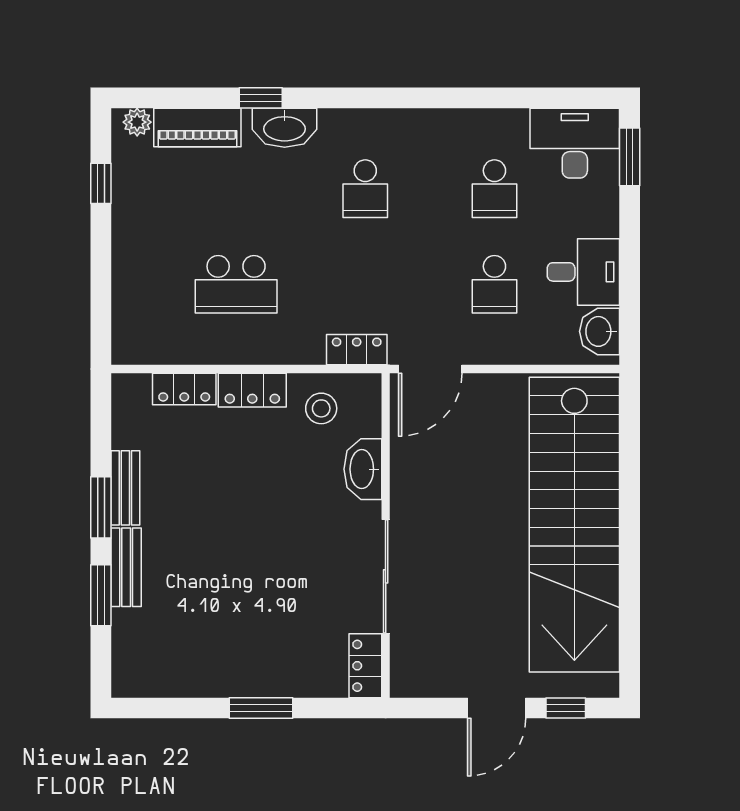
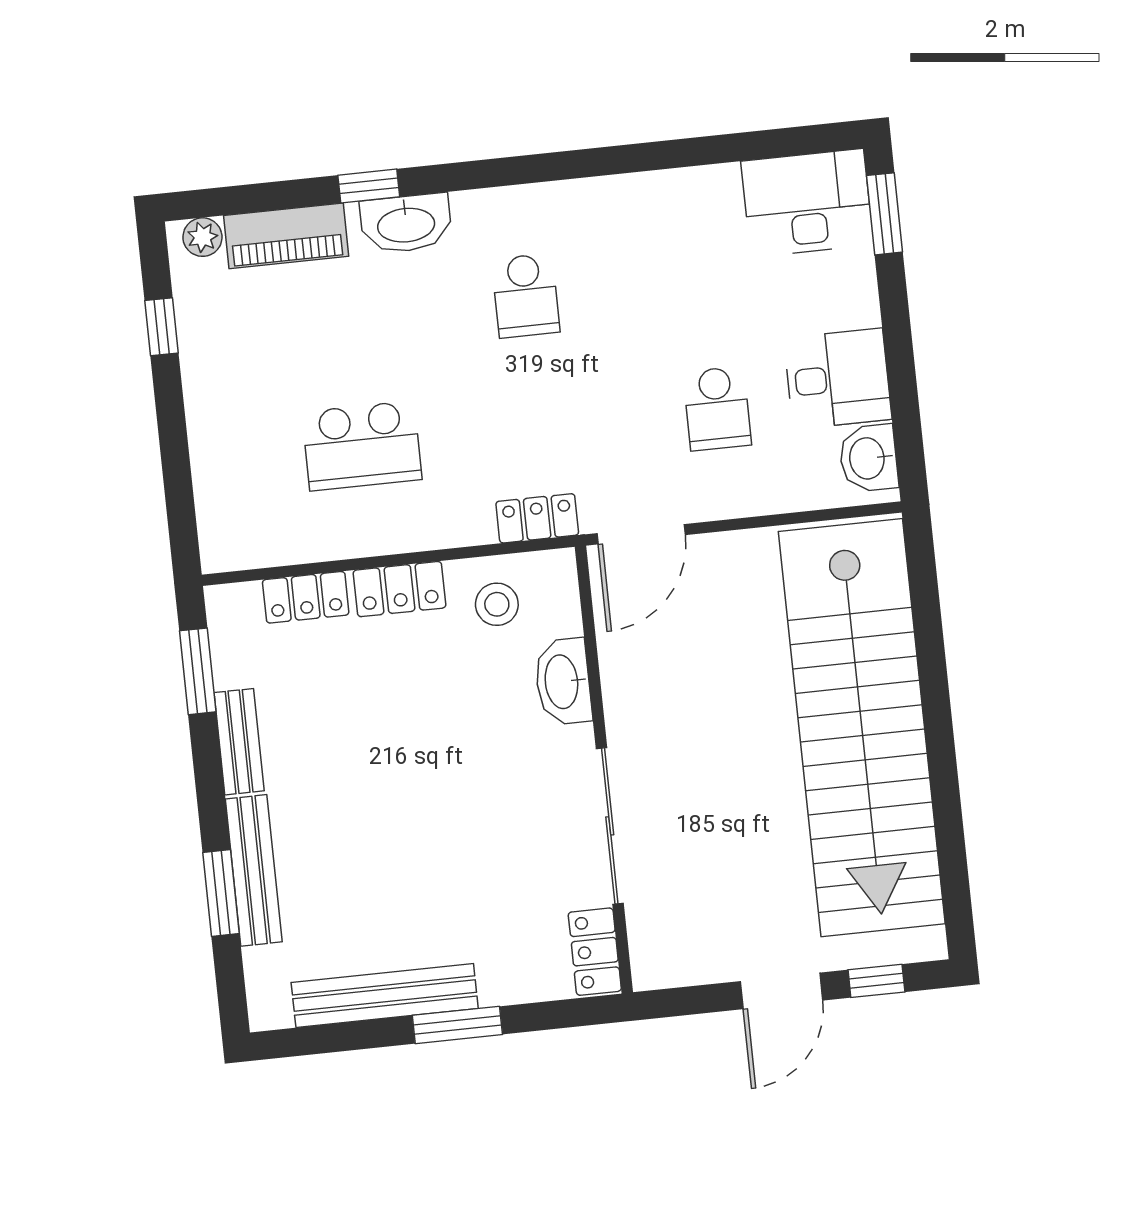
school desk: (494, 189) -> (703, 277), removed
window: (101, 507) -> (198, 671), moved
bench: (126, 567) -> (254, 870), width x1.36
bench: (211, 681) -> (385, 995), added

